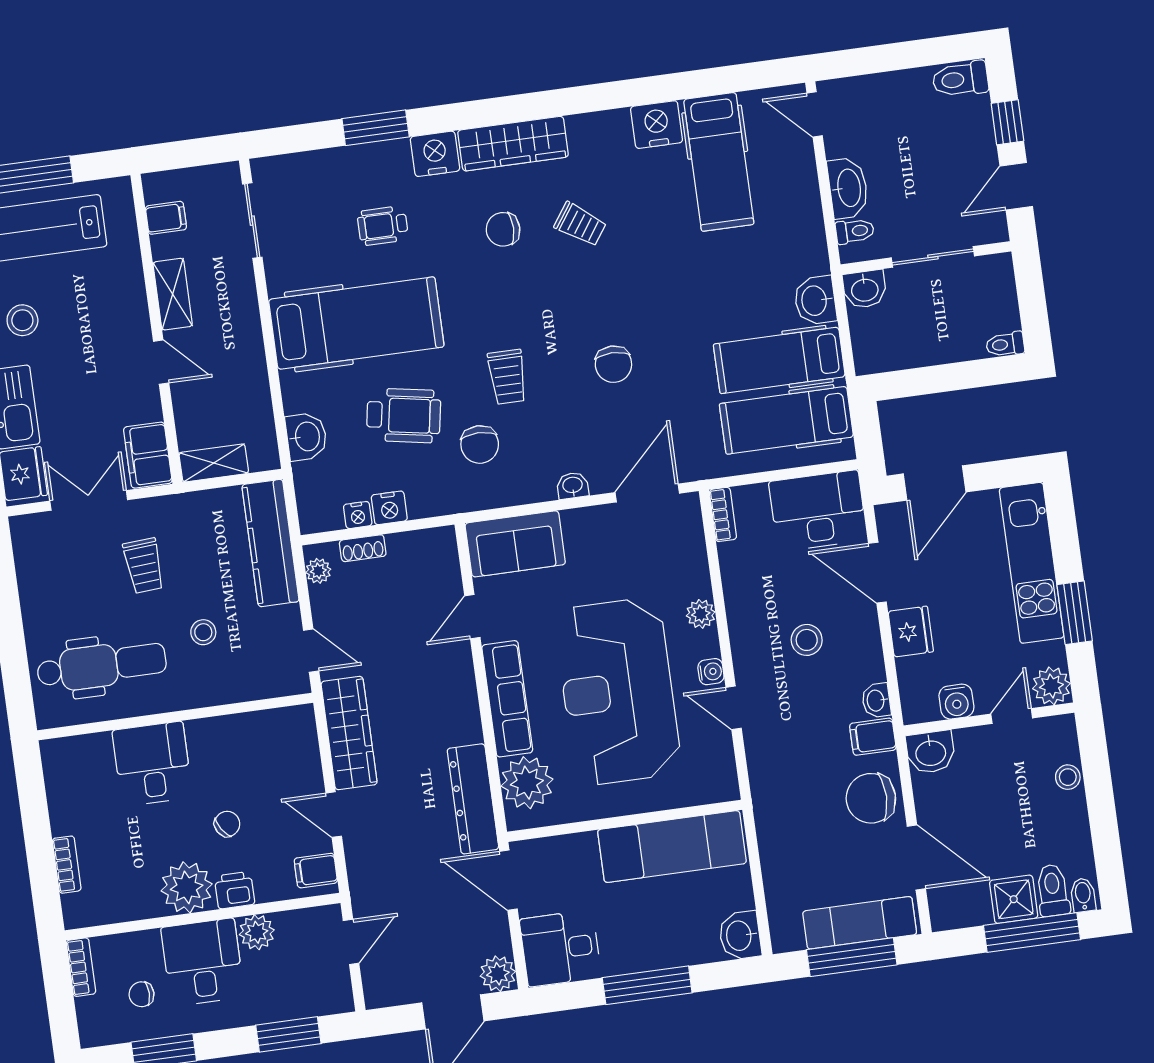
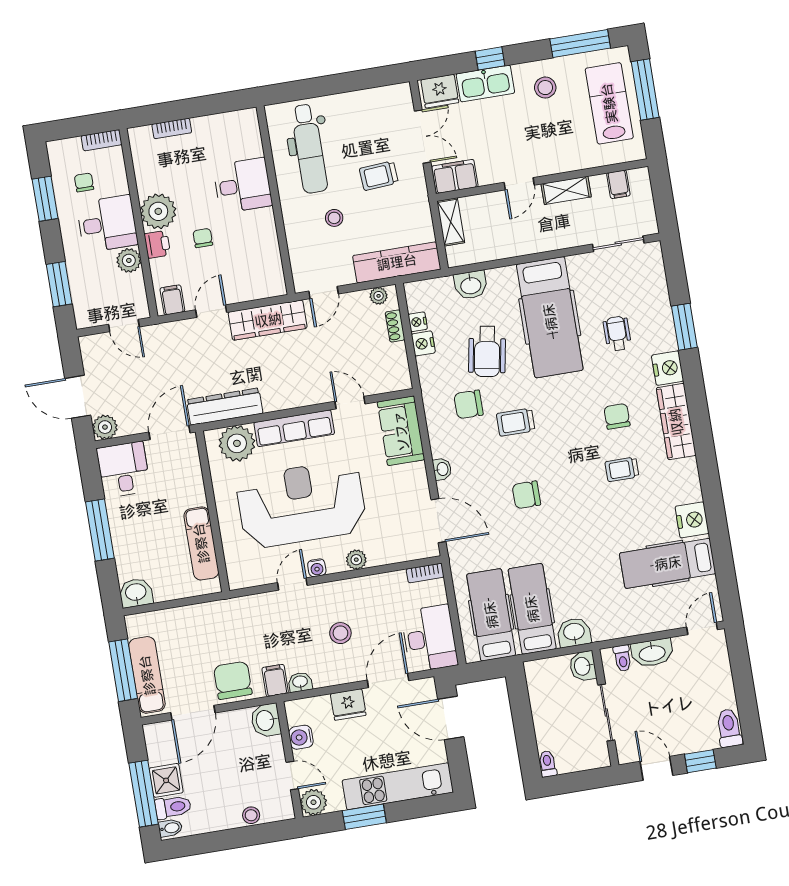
trolley: (580, 224) -> (622, 469), turned 55
chair: (227, 824) -> (203, 238), turned -147
exam couch: (672, 847) -> (201, 543), width x0.73, depth x0.69

